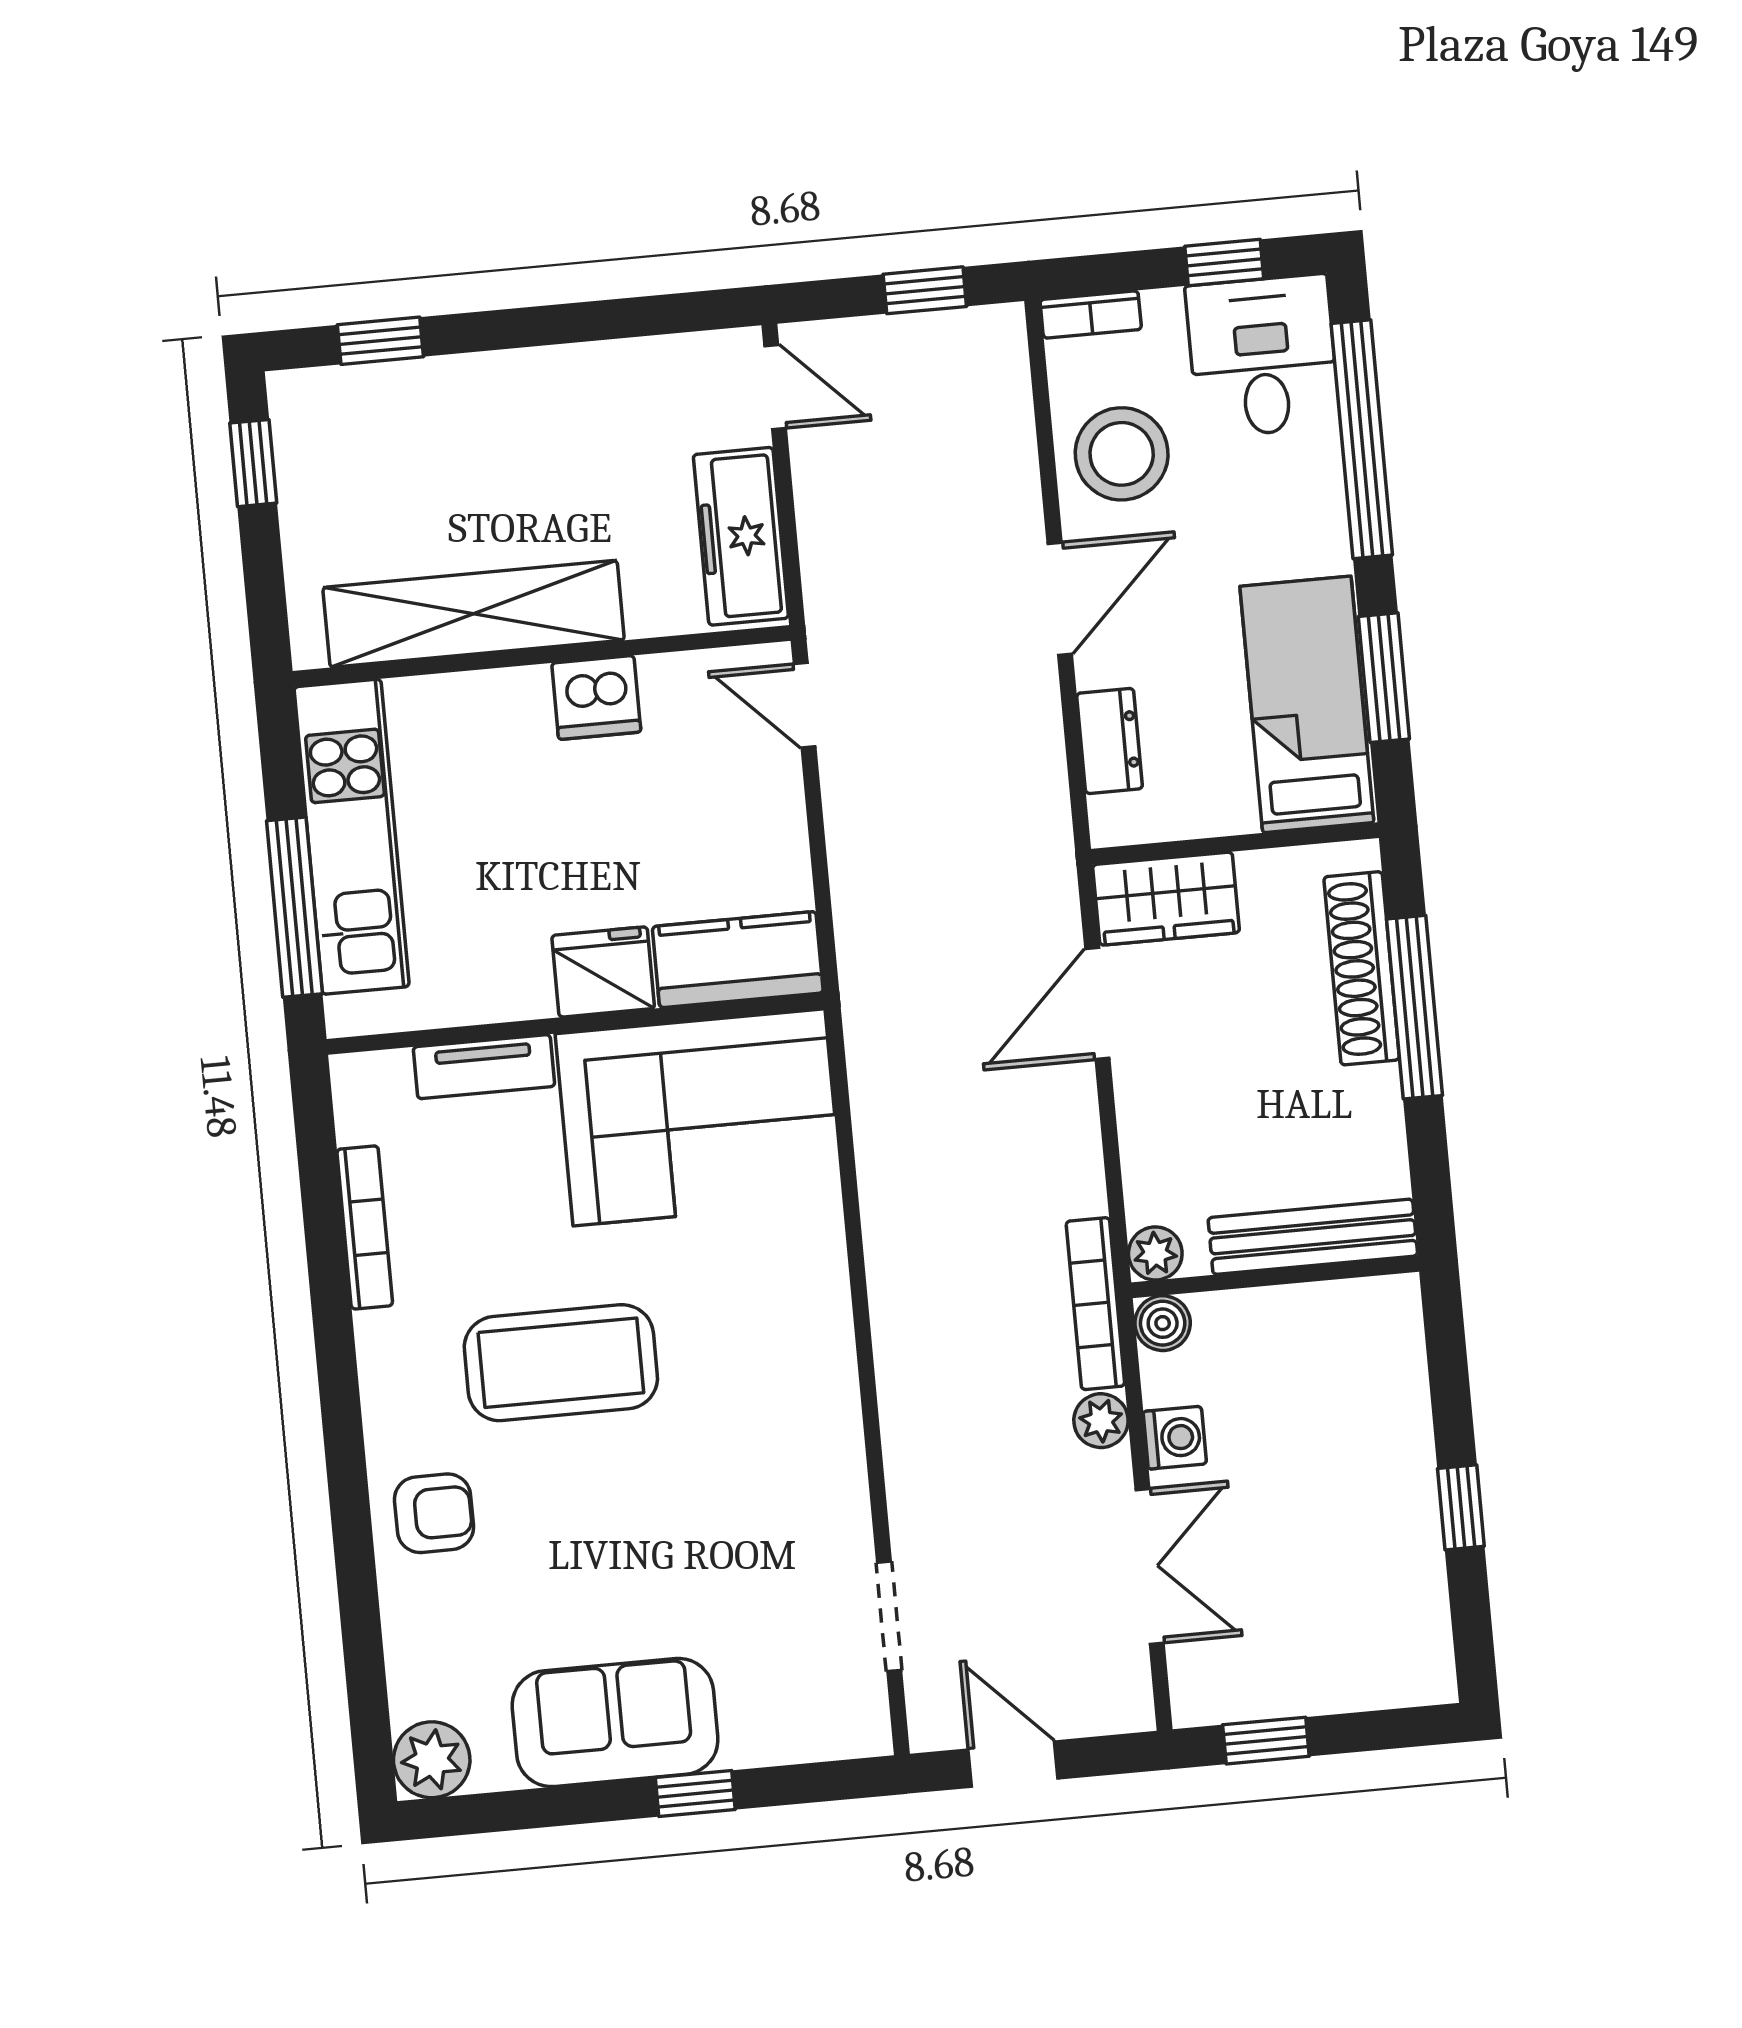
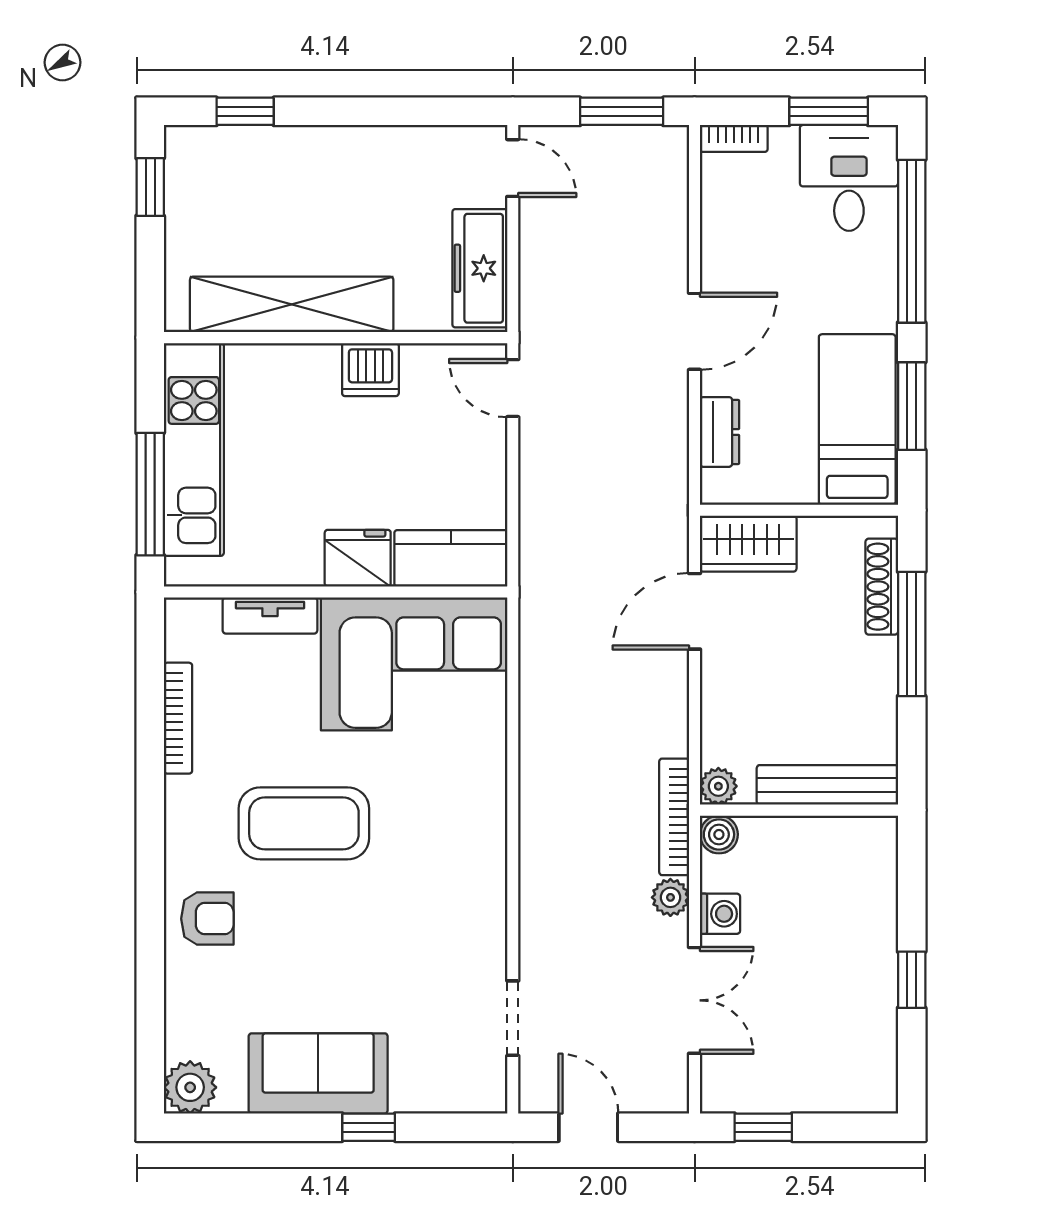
window: (1224, 263) -> (829, 111), width x1.50
window: (925, 290) -> (622, 111), width x1.50
stool: (1122, 454) -> (746, 236), removed
shoe rack: (1362, 968) -> (882, 587), width x0.74, depth x0.81

